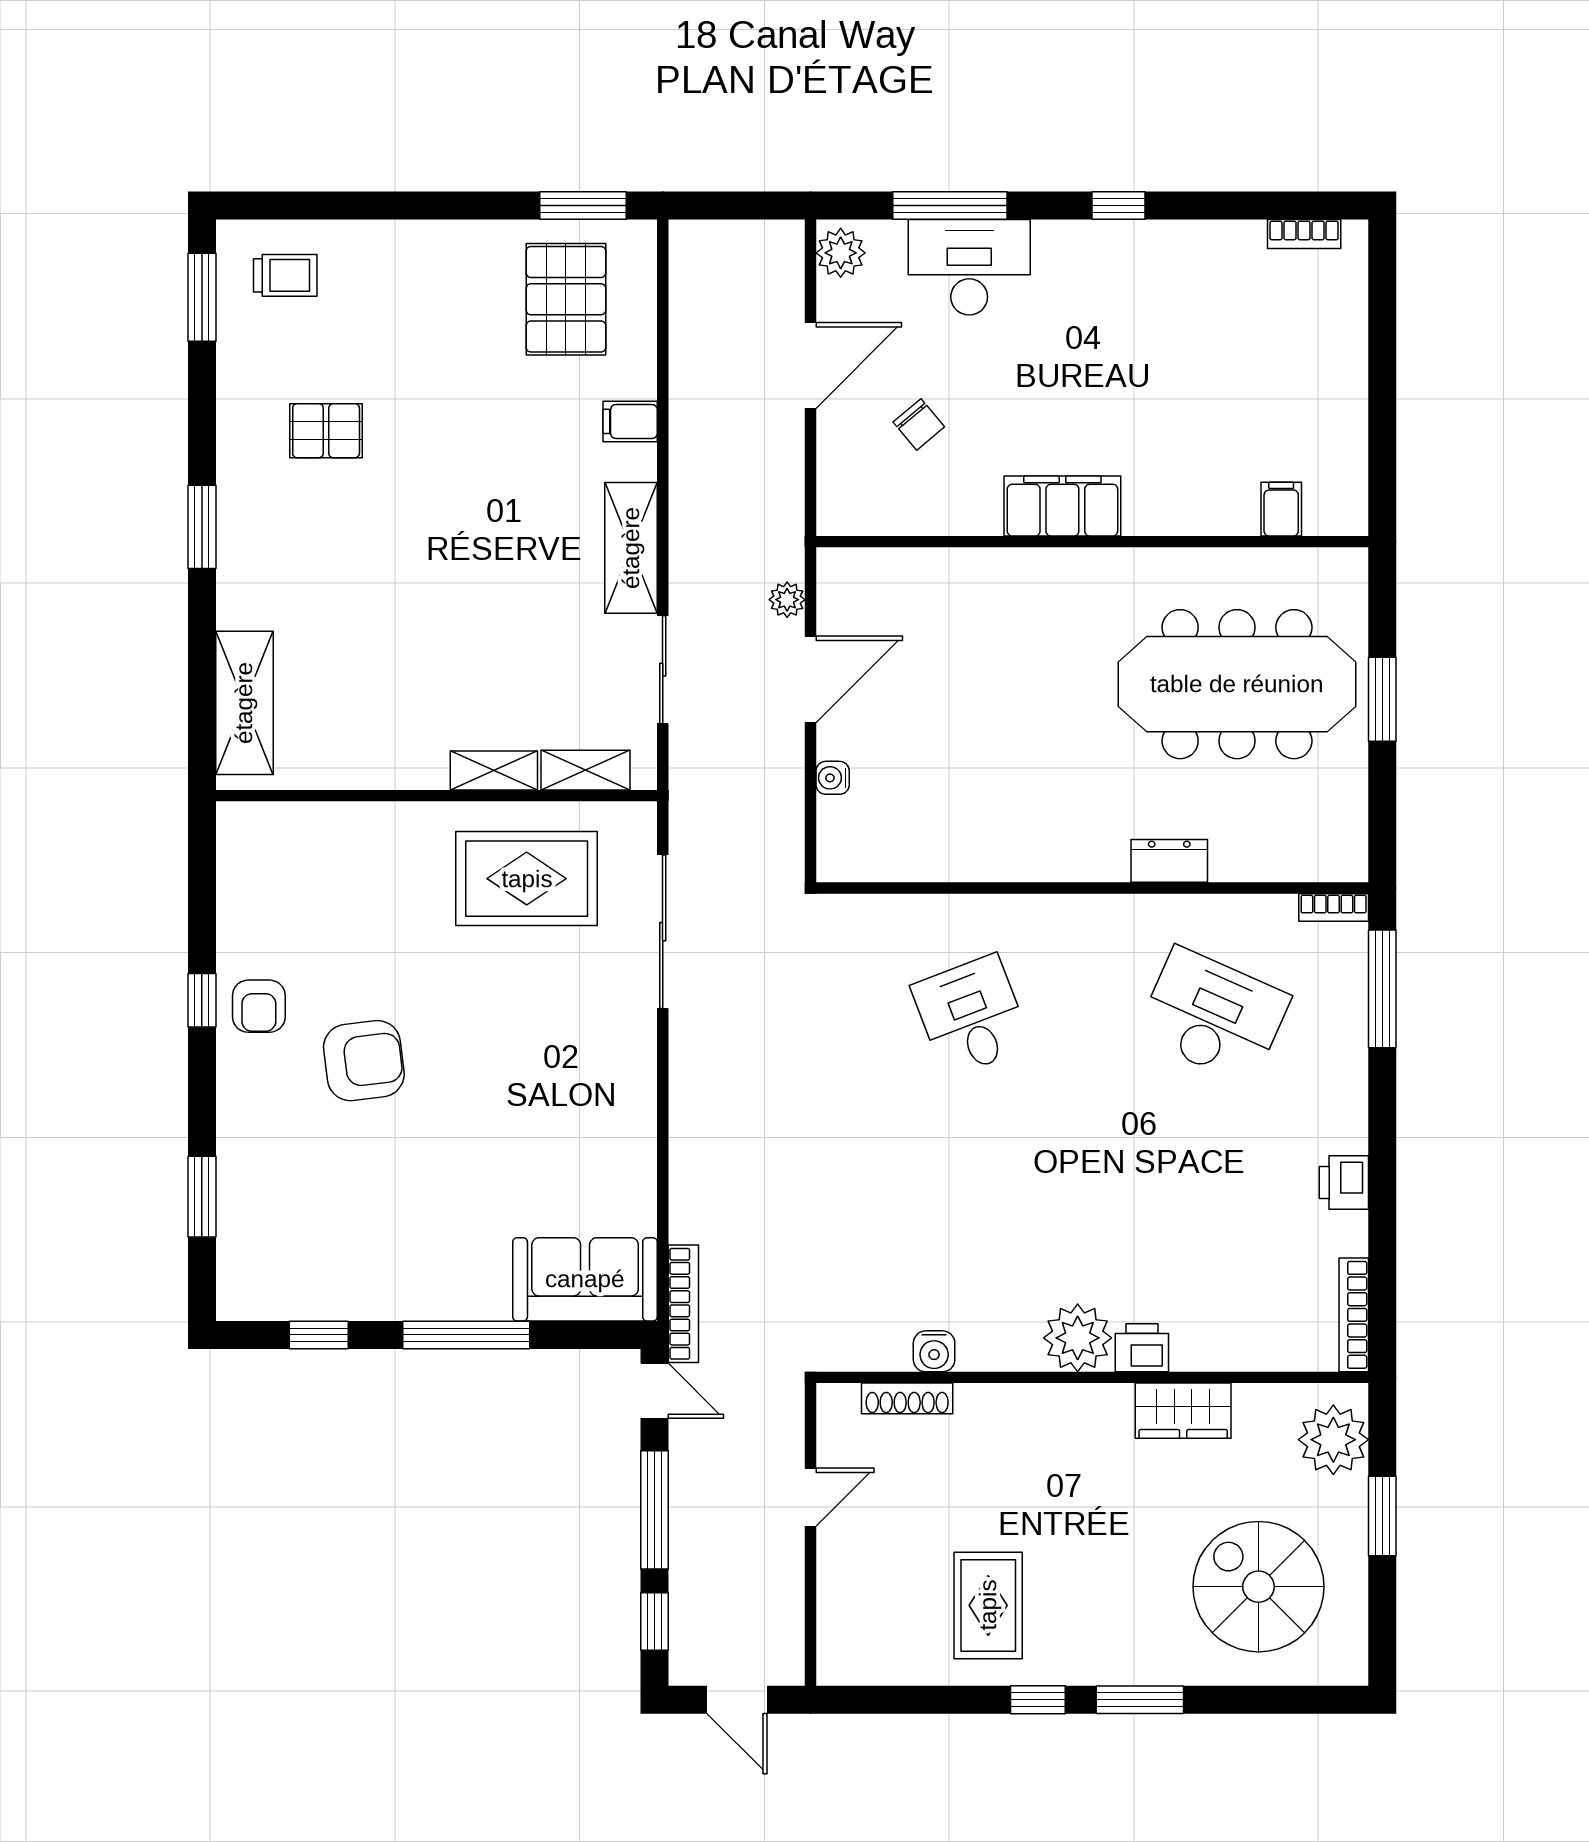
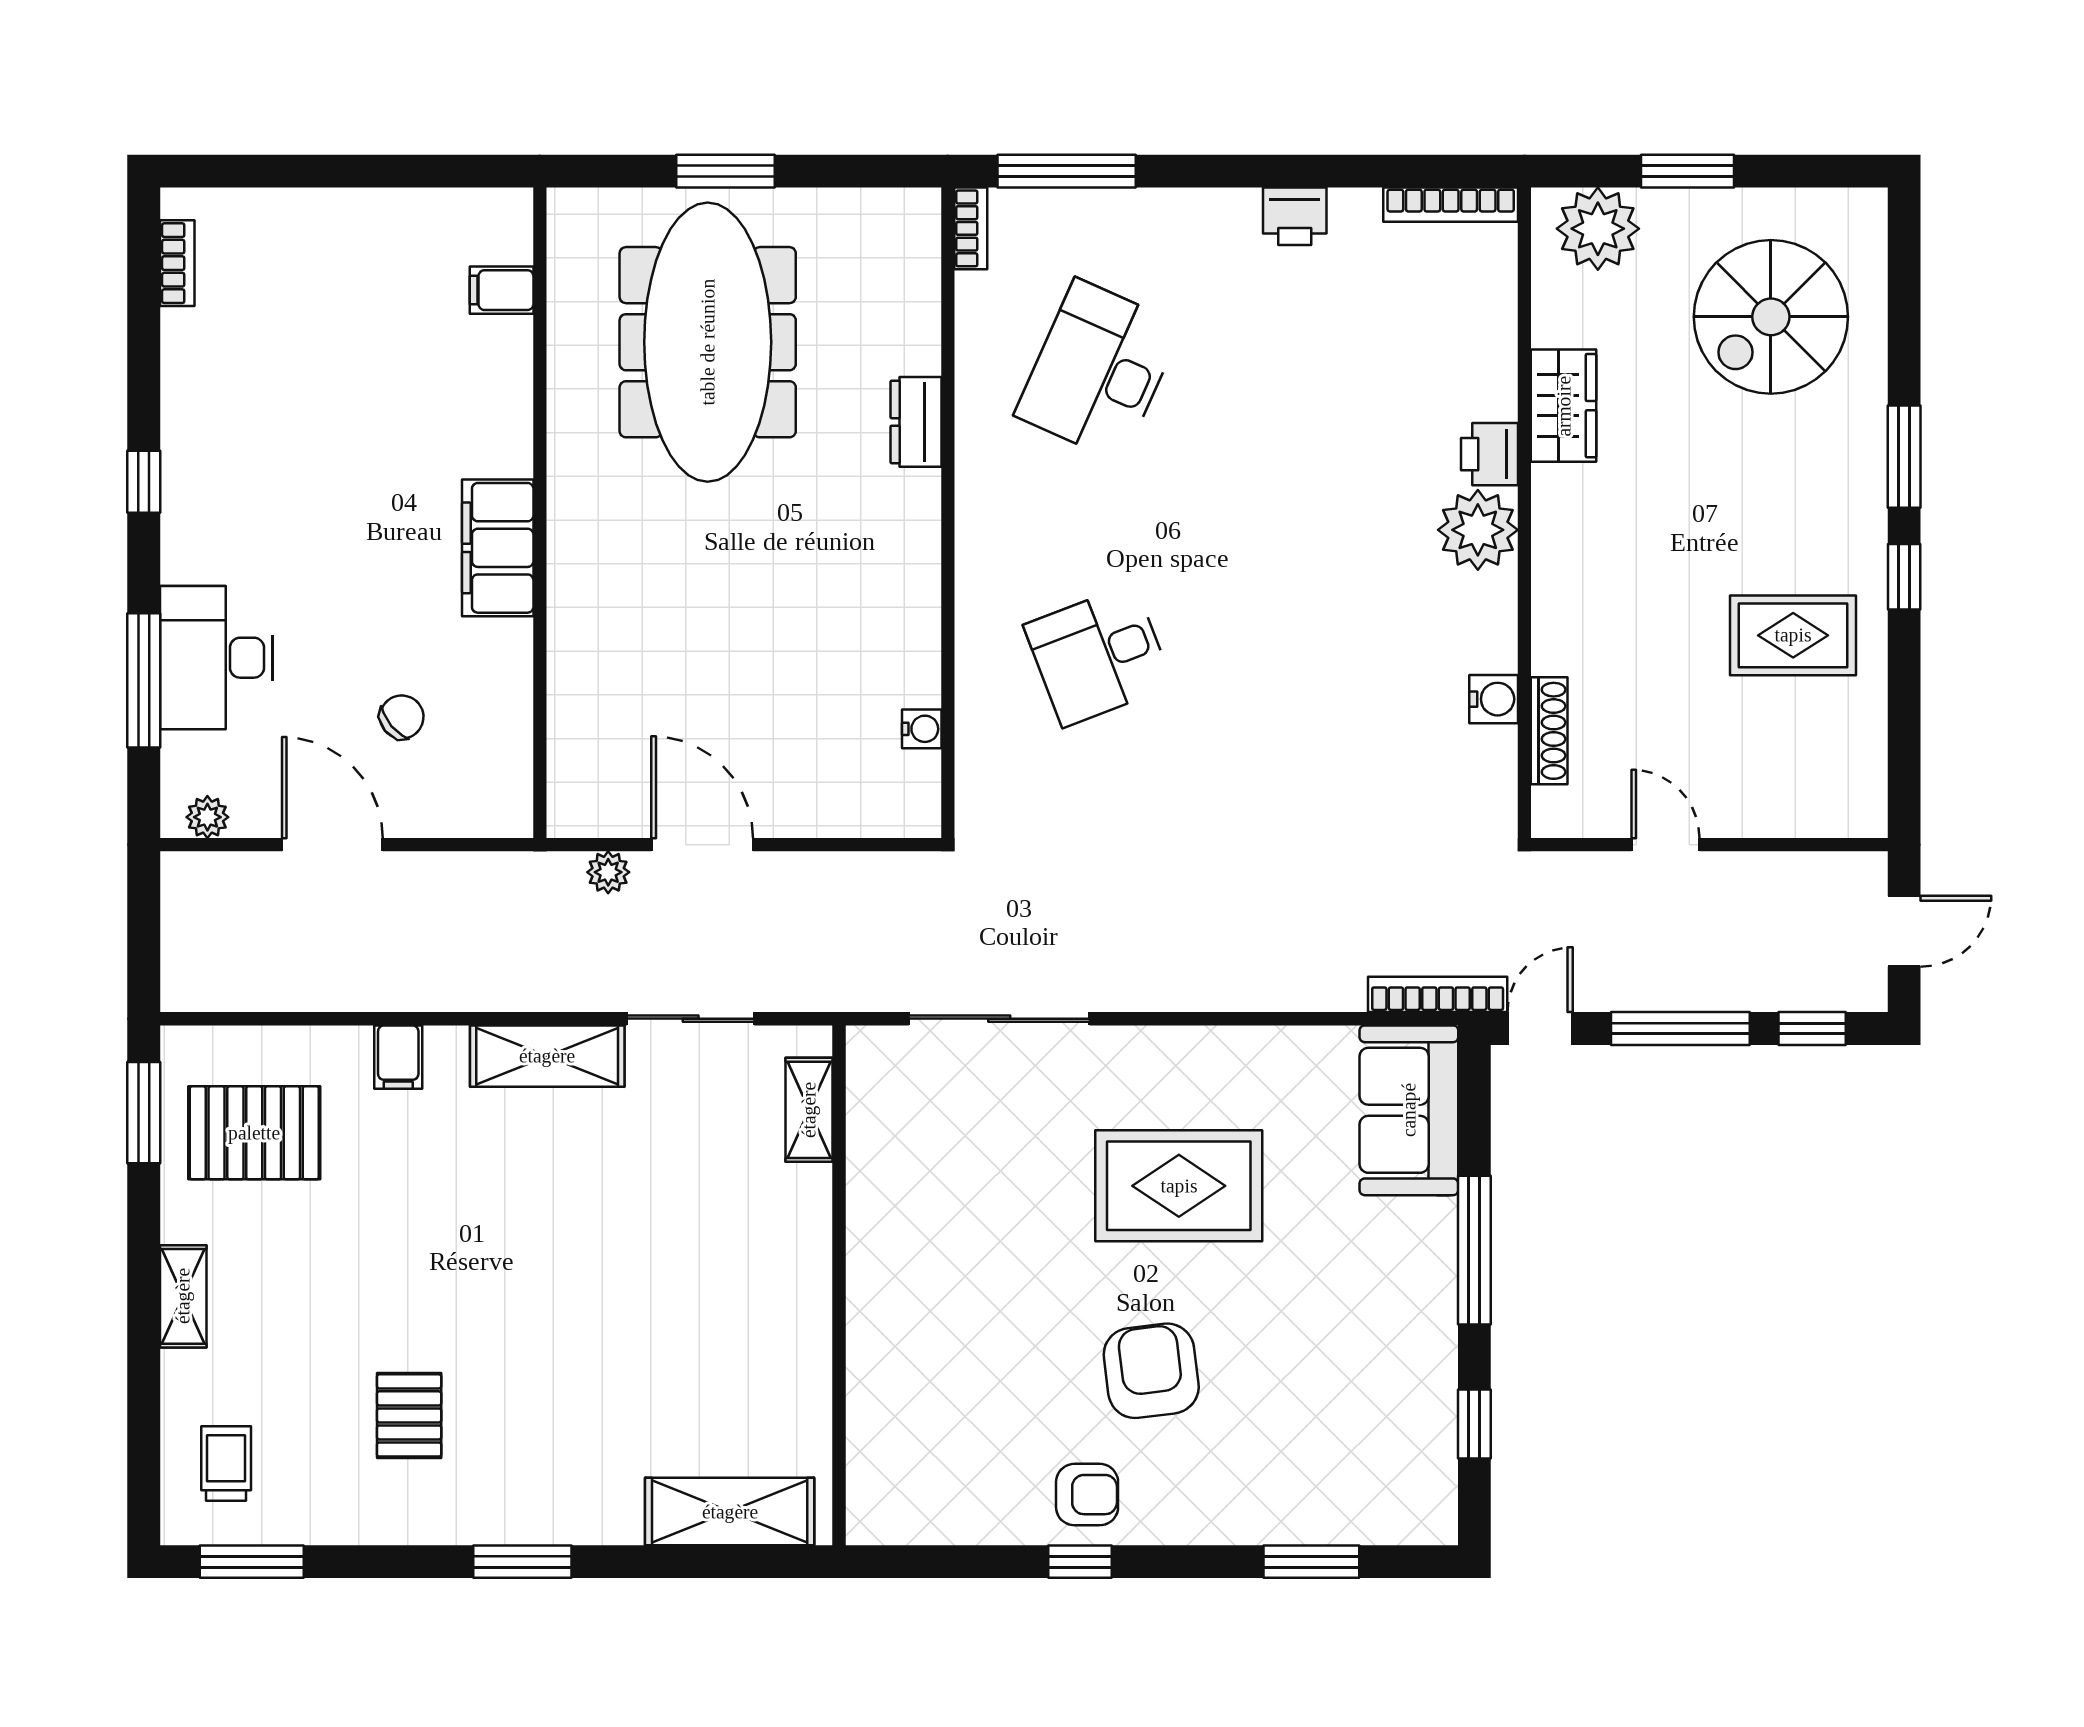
plant: (841, 253) -> (207, 817), width x0.73, depth x0.73
shelving: (494, 770) -> (183, 1296), moved
water cooler: (833, 778) -> (922, 729), moved, turned -90
rug: (527, 879) -> (1179, 1186), moved, turned 90

